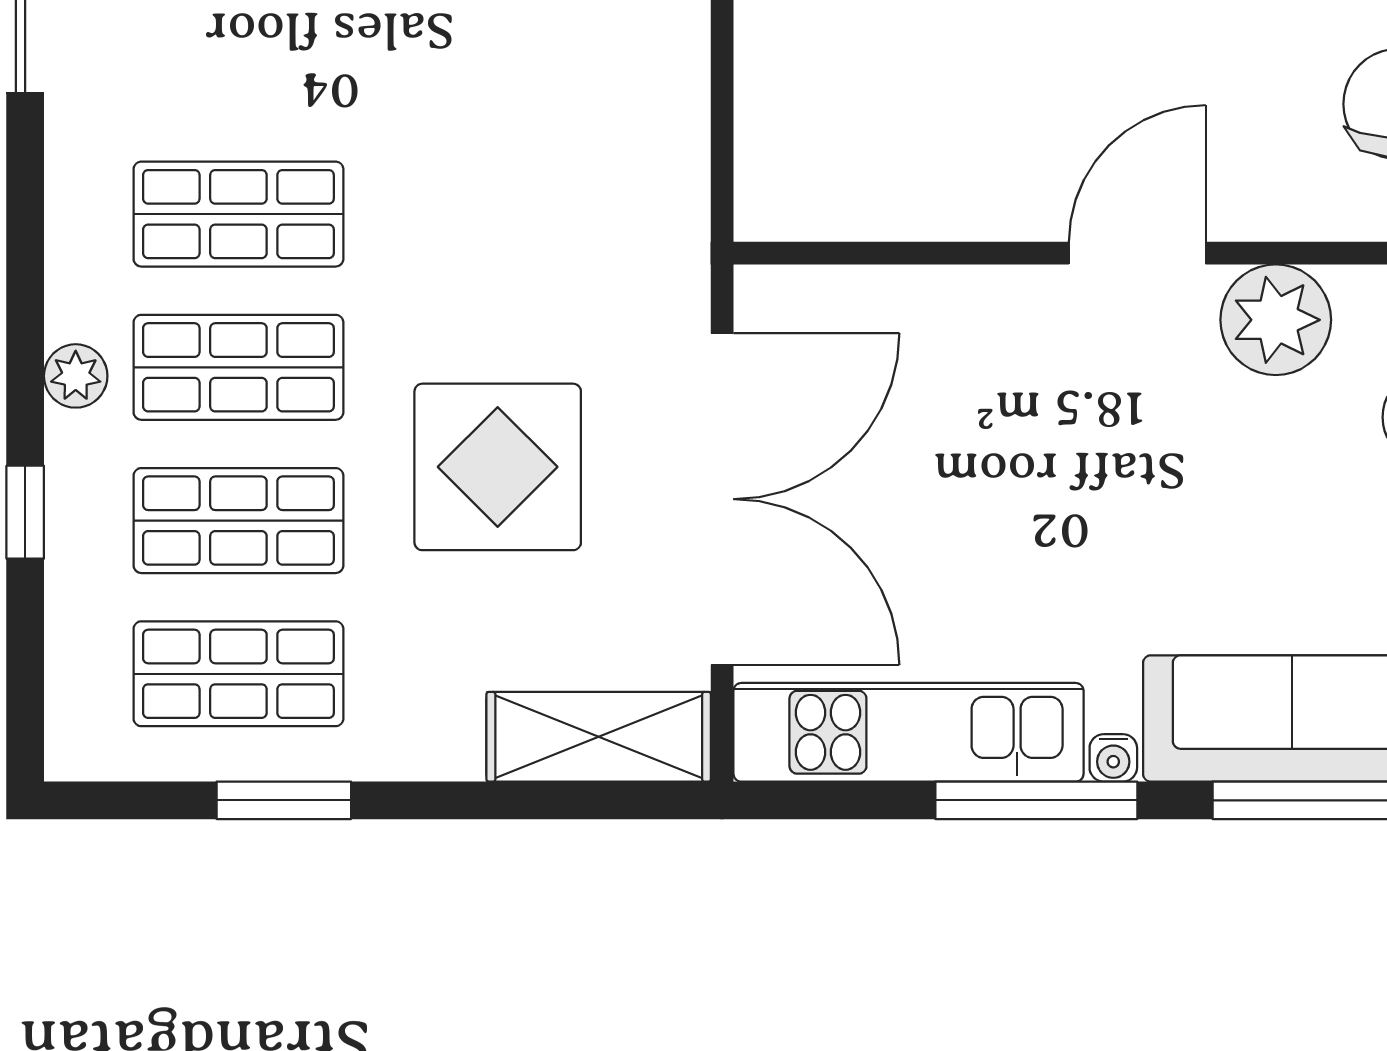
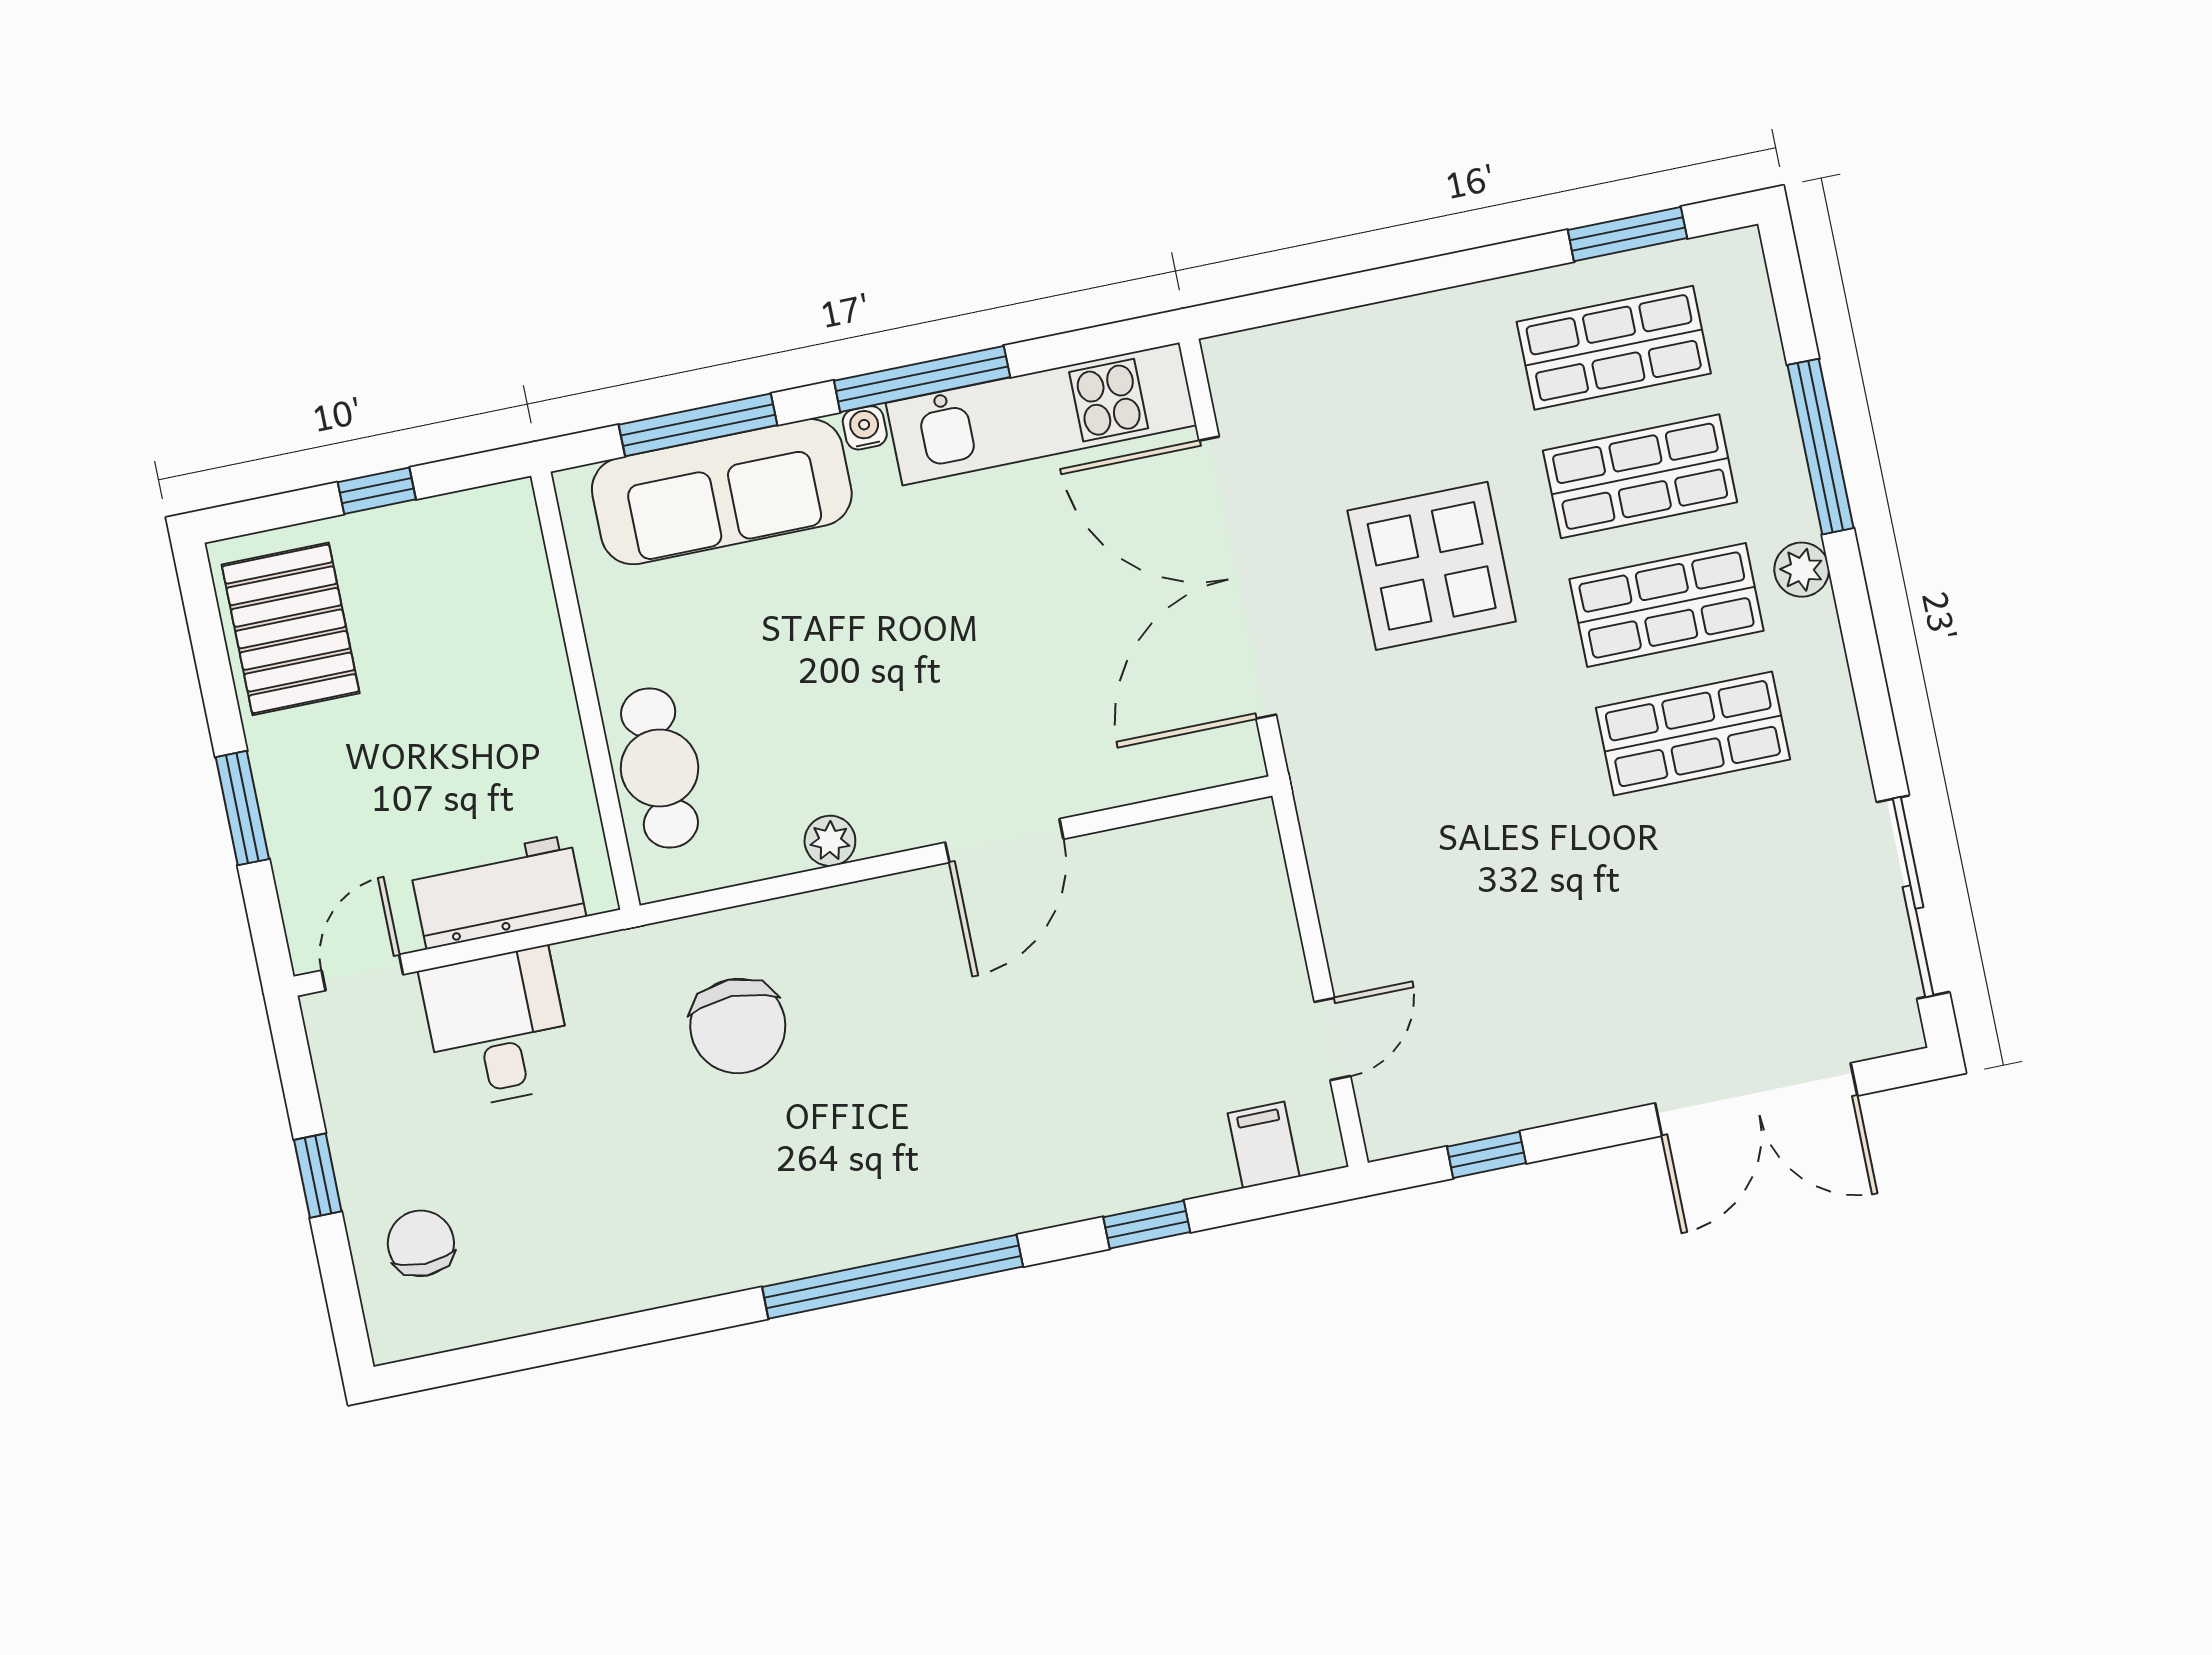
door: (1137, 253) -> (1004, 841), moved
plant: (1276, 320) -> (830, 841), width x0.53, depth x0.53
window: (25, 512) -> (1821, 447), width x2.17
shelving: (599, 737) -> (1300, 357), removed
window: (284, 800) -> (1627, 234), moved

